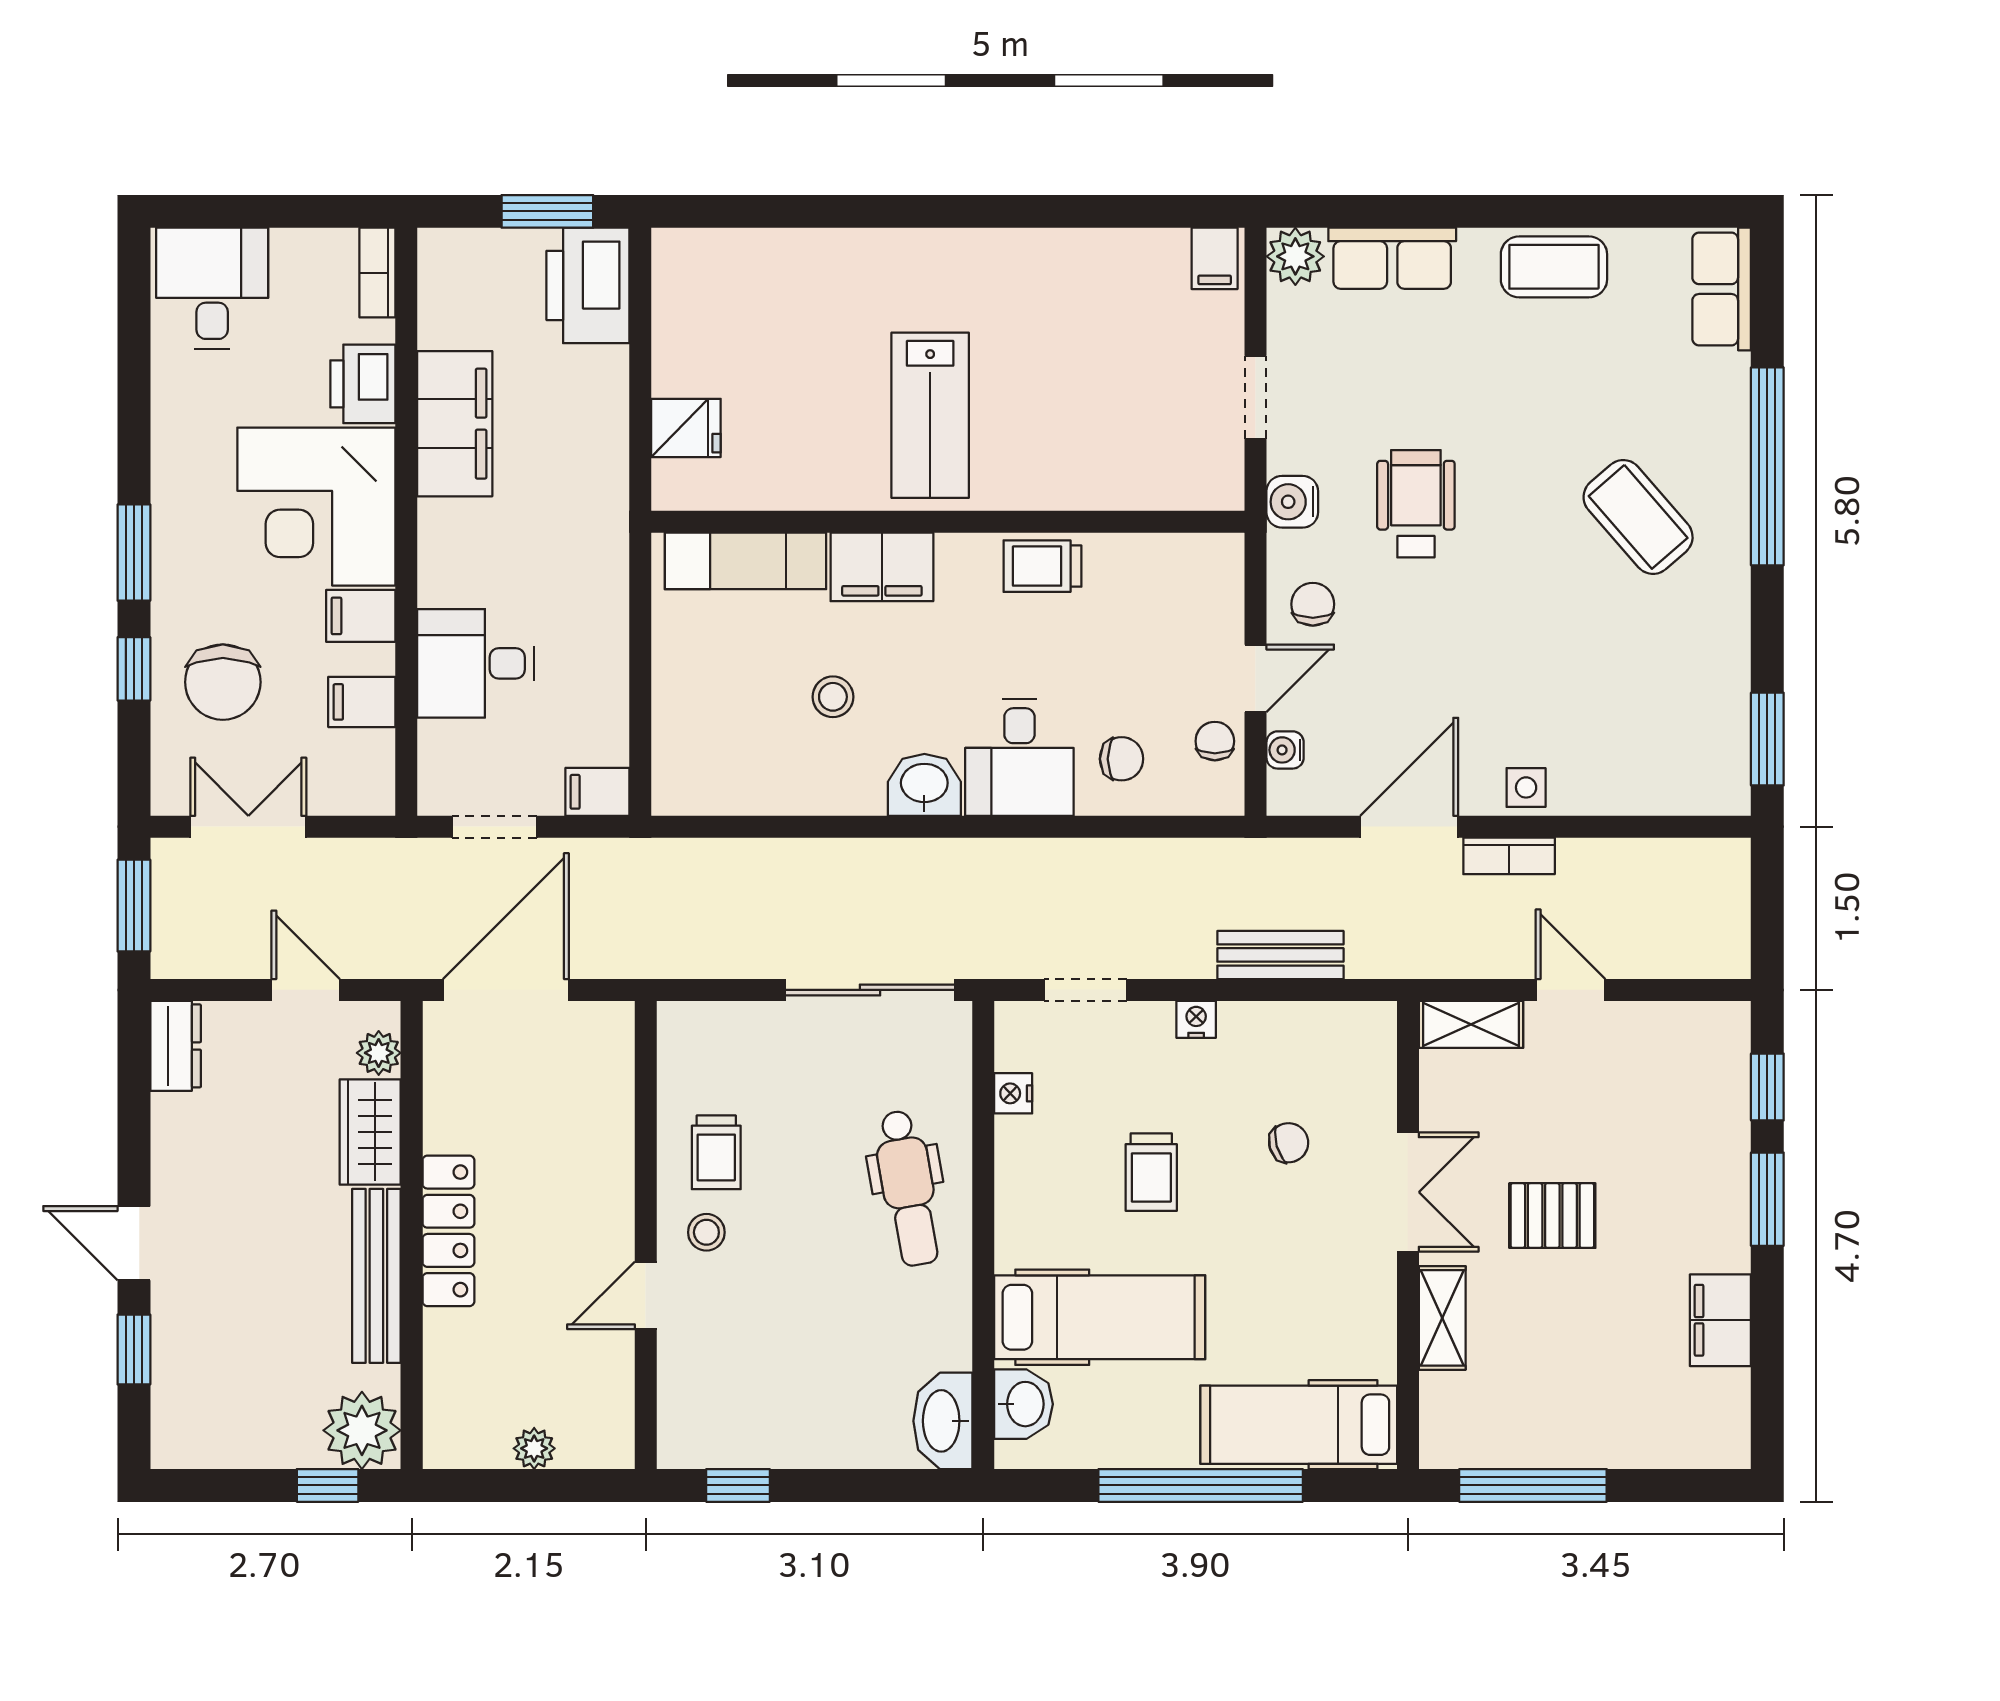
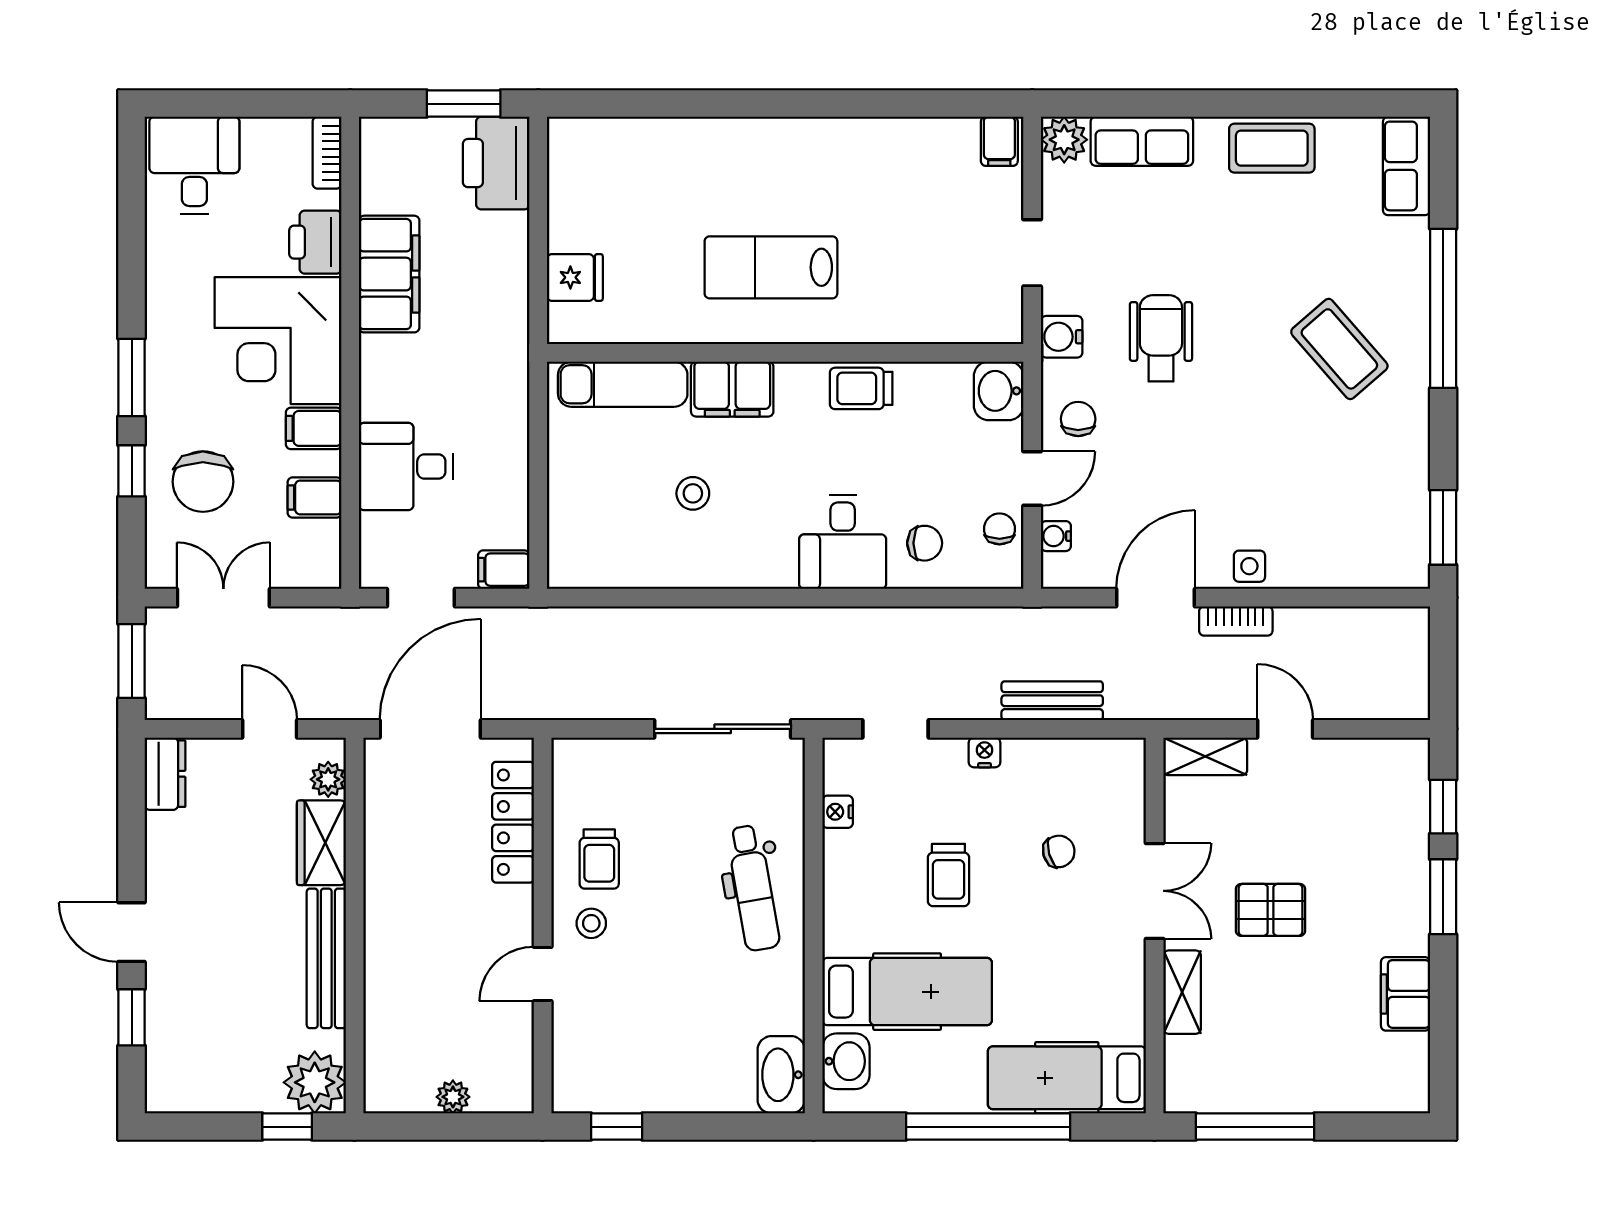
lab bench: (930, 415) -> (771, 267), turned 90
washbasin: (924, 785) -> (999, 391), moved, turned -90
locker: (448, 1231) -> (513, 822), moved, turned 180

